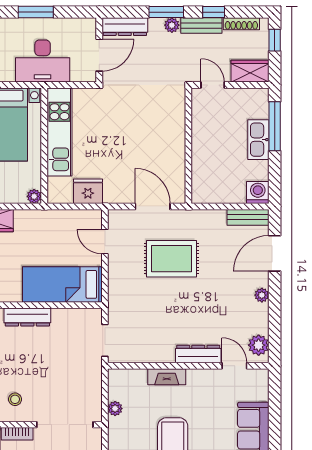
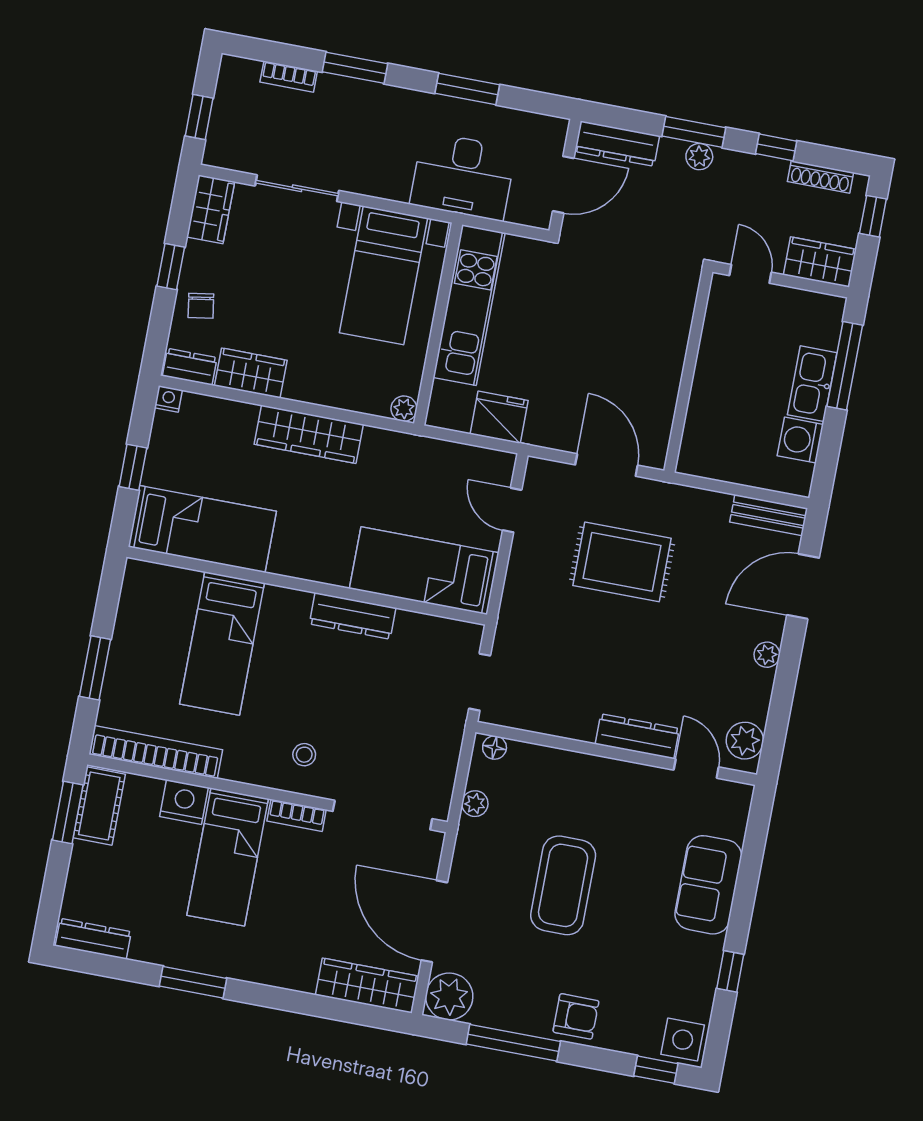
bench: (201, 26) -> (750, 167), removed
washing machine: (258, 192) -> (800, 440), moved, turned -90
floor lamp: (120, 375) -> (495, 748), added
fireplace: (167, 377) -> (575, 765), removed

